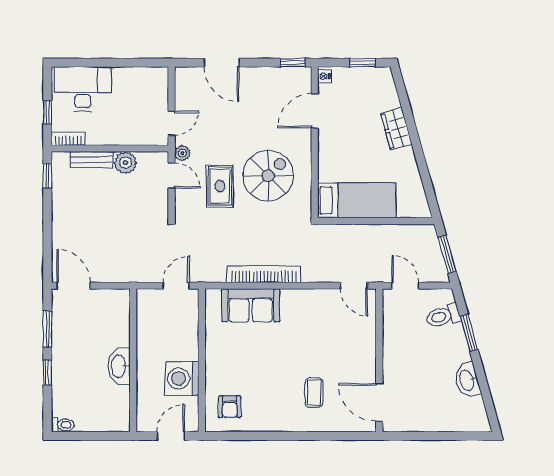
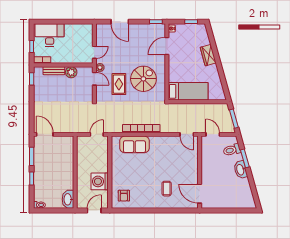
washbasin: (119, 366) -> (68, 199), moved
washbasin: (467, 380) -> (241, 170), moved

